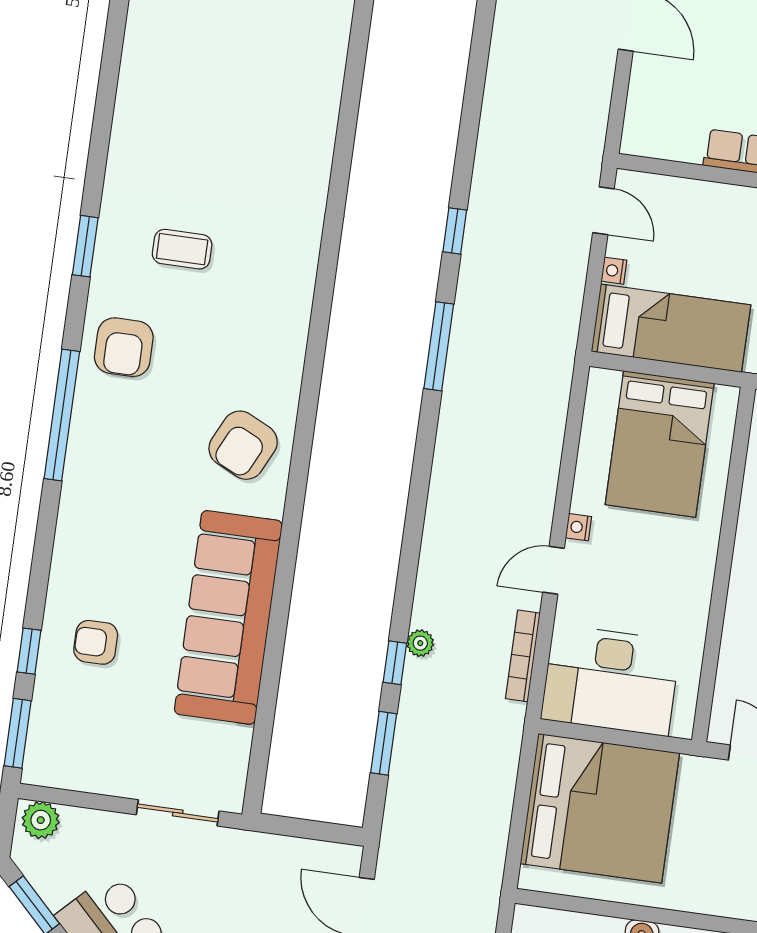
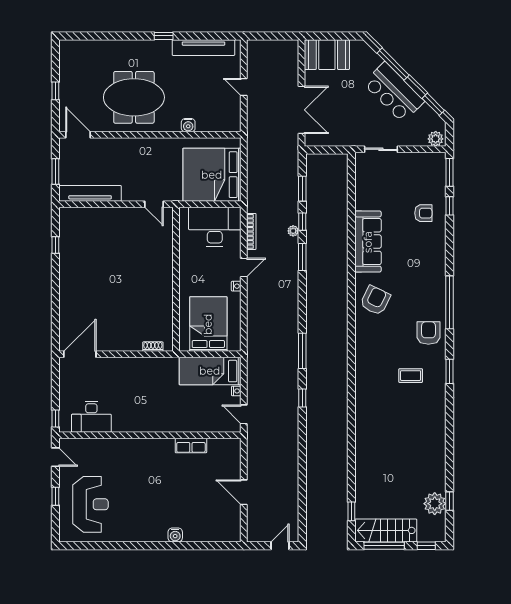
window: (407, 576) -> (302, 257), added
sofa: (228, 617) -> (368, 242), width x0.74, depth x0.79

